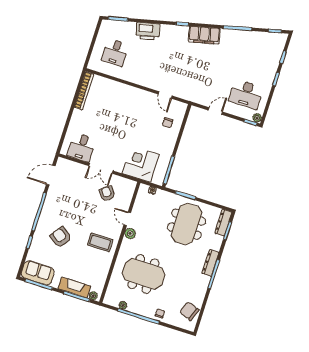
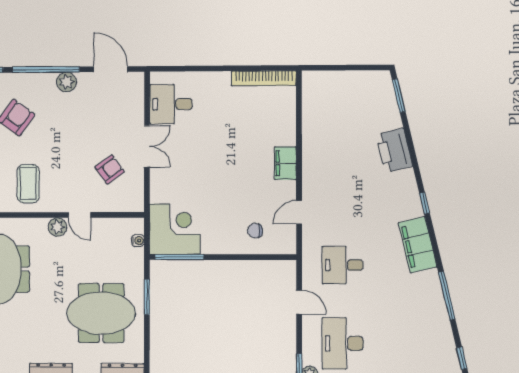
desk: (115, 52) -> (343, 265), moved
filing cabinet: (135, 94) -> (285, 163), added
corner desk: (141, 164) -> (175, 229), moved
double door: (101, 168) -> (147, 146), swing flipped
plant: (50, 202) -> (66, 82), added
door: (127, 219) -> (80, 215), swing flipped

